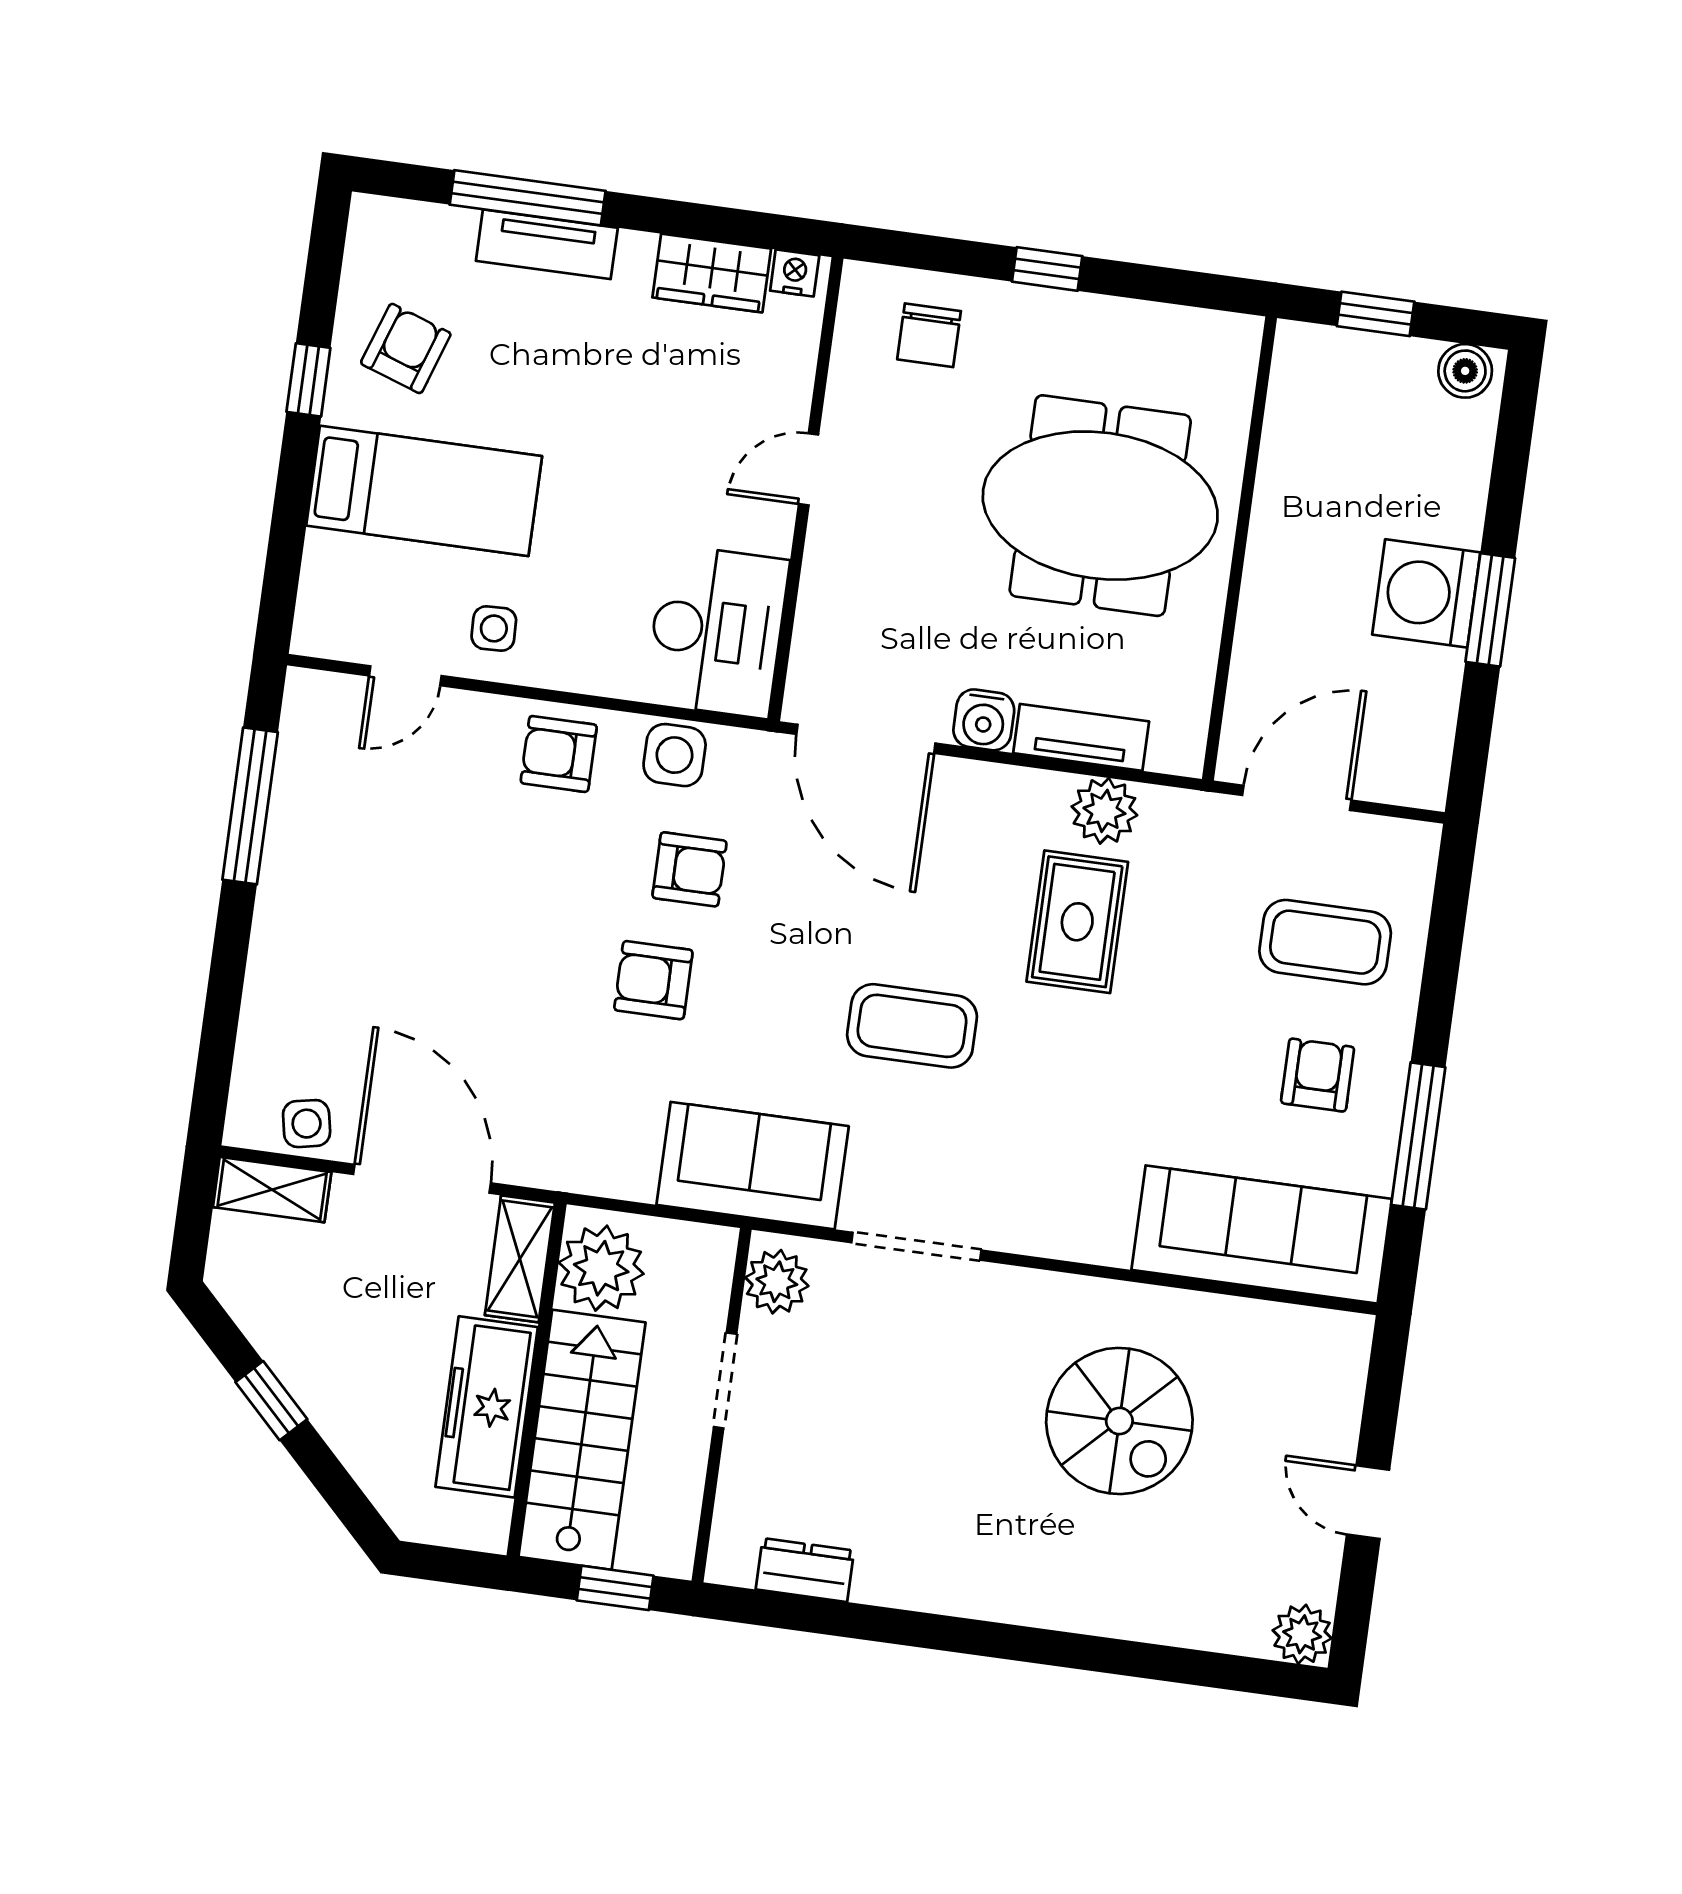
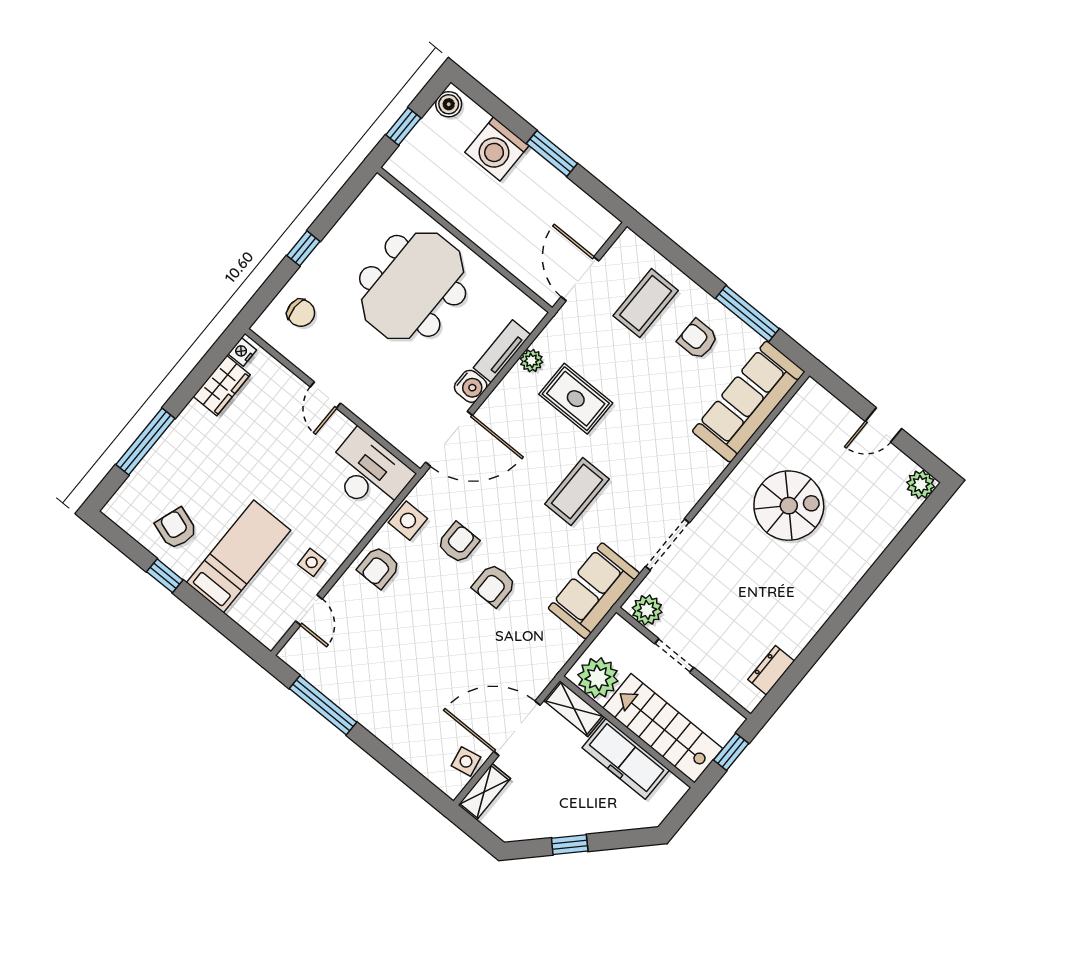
tv unit: (547, 244) -> (169, 445), removed
washing machine: (1426, 593) -> (497, 149), moved
plant: (1104, 811) -> (531, 361), width x0.73, depth x0.73

